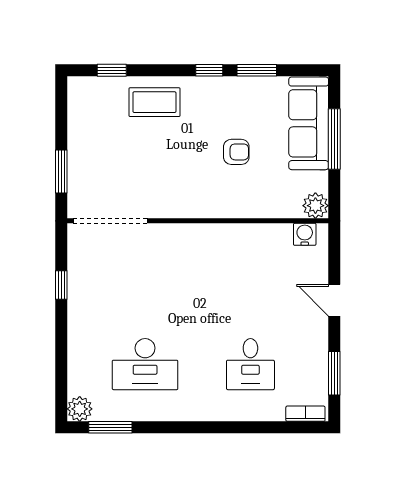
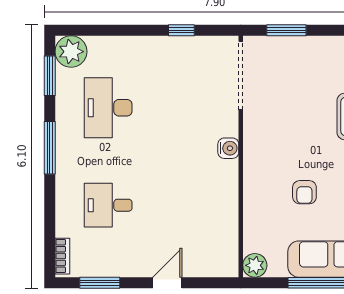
water cooler: (305, 234) -> (228, 148), moved
plant: (80, 409) -> (71, 52), width x1.36, depth x1.36
window: (188, 427) -> (50, 148), added

